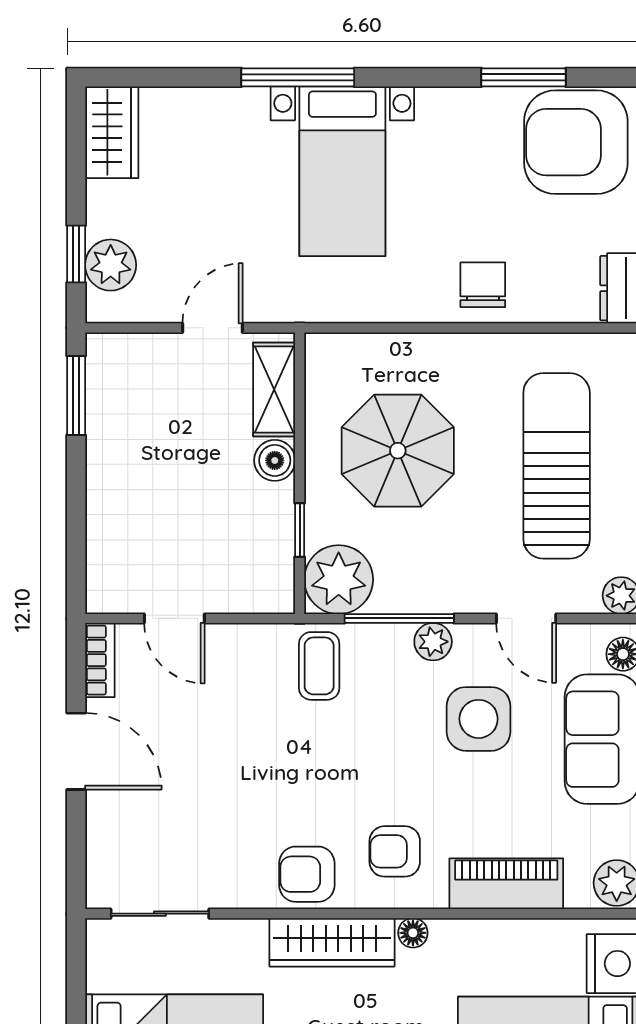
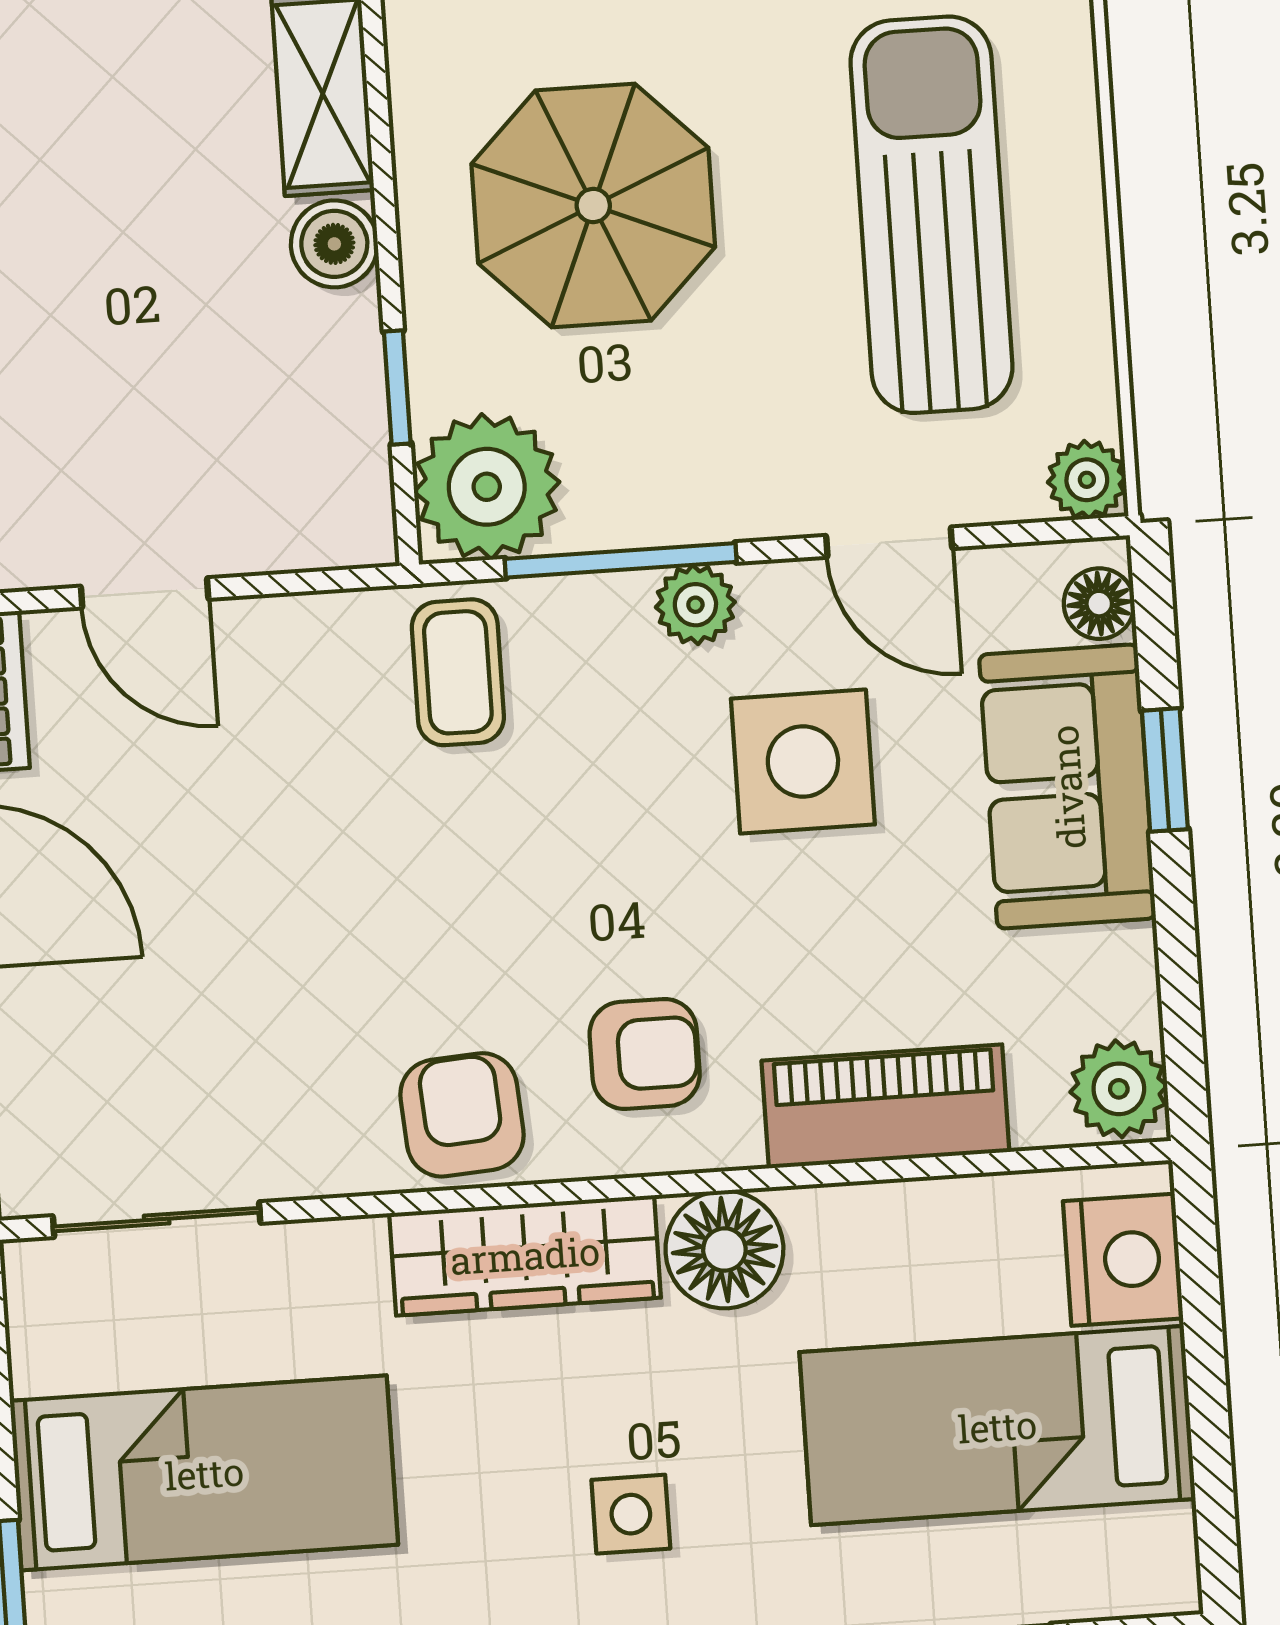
armchair: (395, 851) -> (645, 1054), turned 180
armchair: (307, 874) -> (462, 1115), turned 86
floor lamp: (413, 933) -> (724, 1249), width x1.89, depth x1.89

